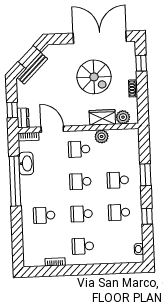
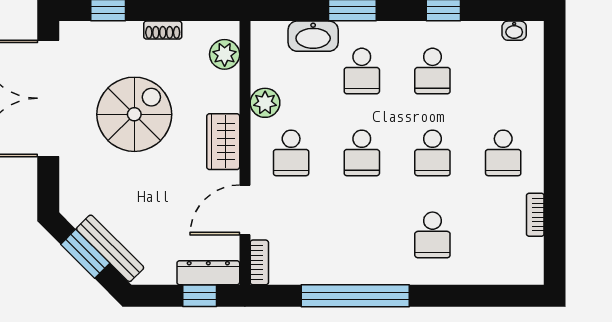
wardrobe: (102, 117) -> (223, 142), moved
dresser: (23, 118) -> (208, 273), width x1.44
washbasin: (26, 163) -> (313, 36), moved, turned 180

